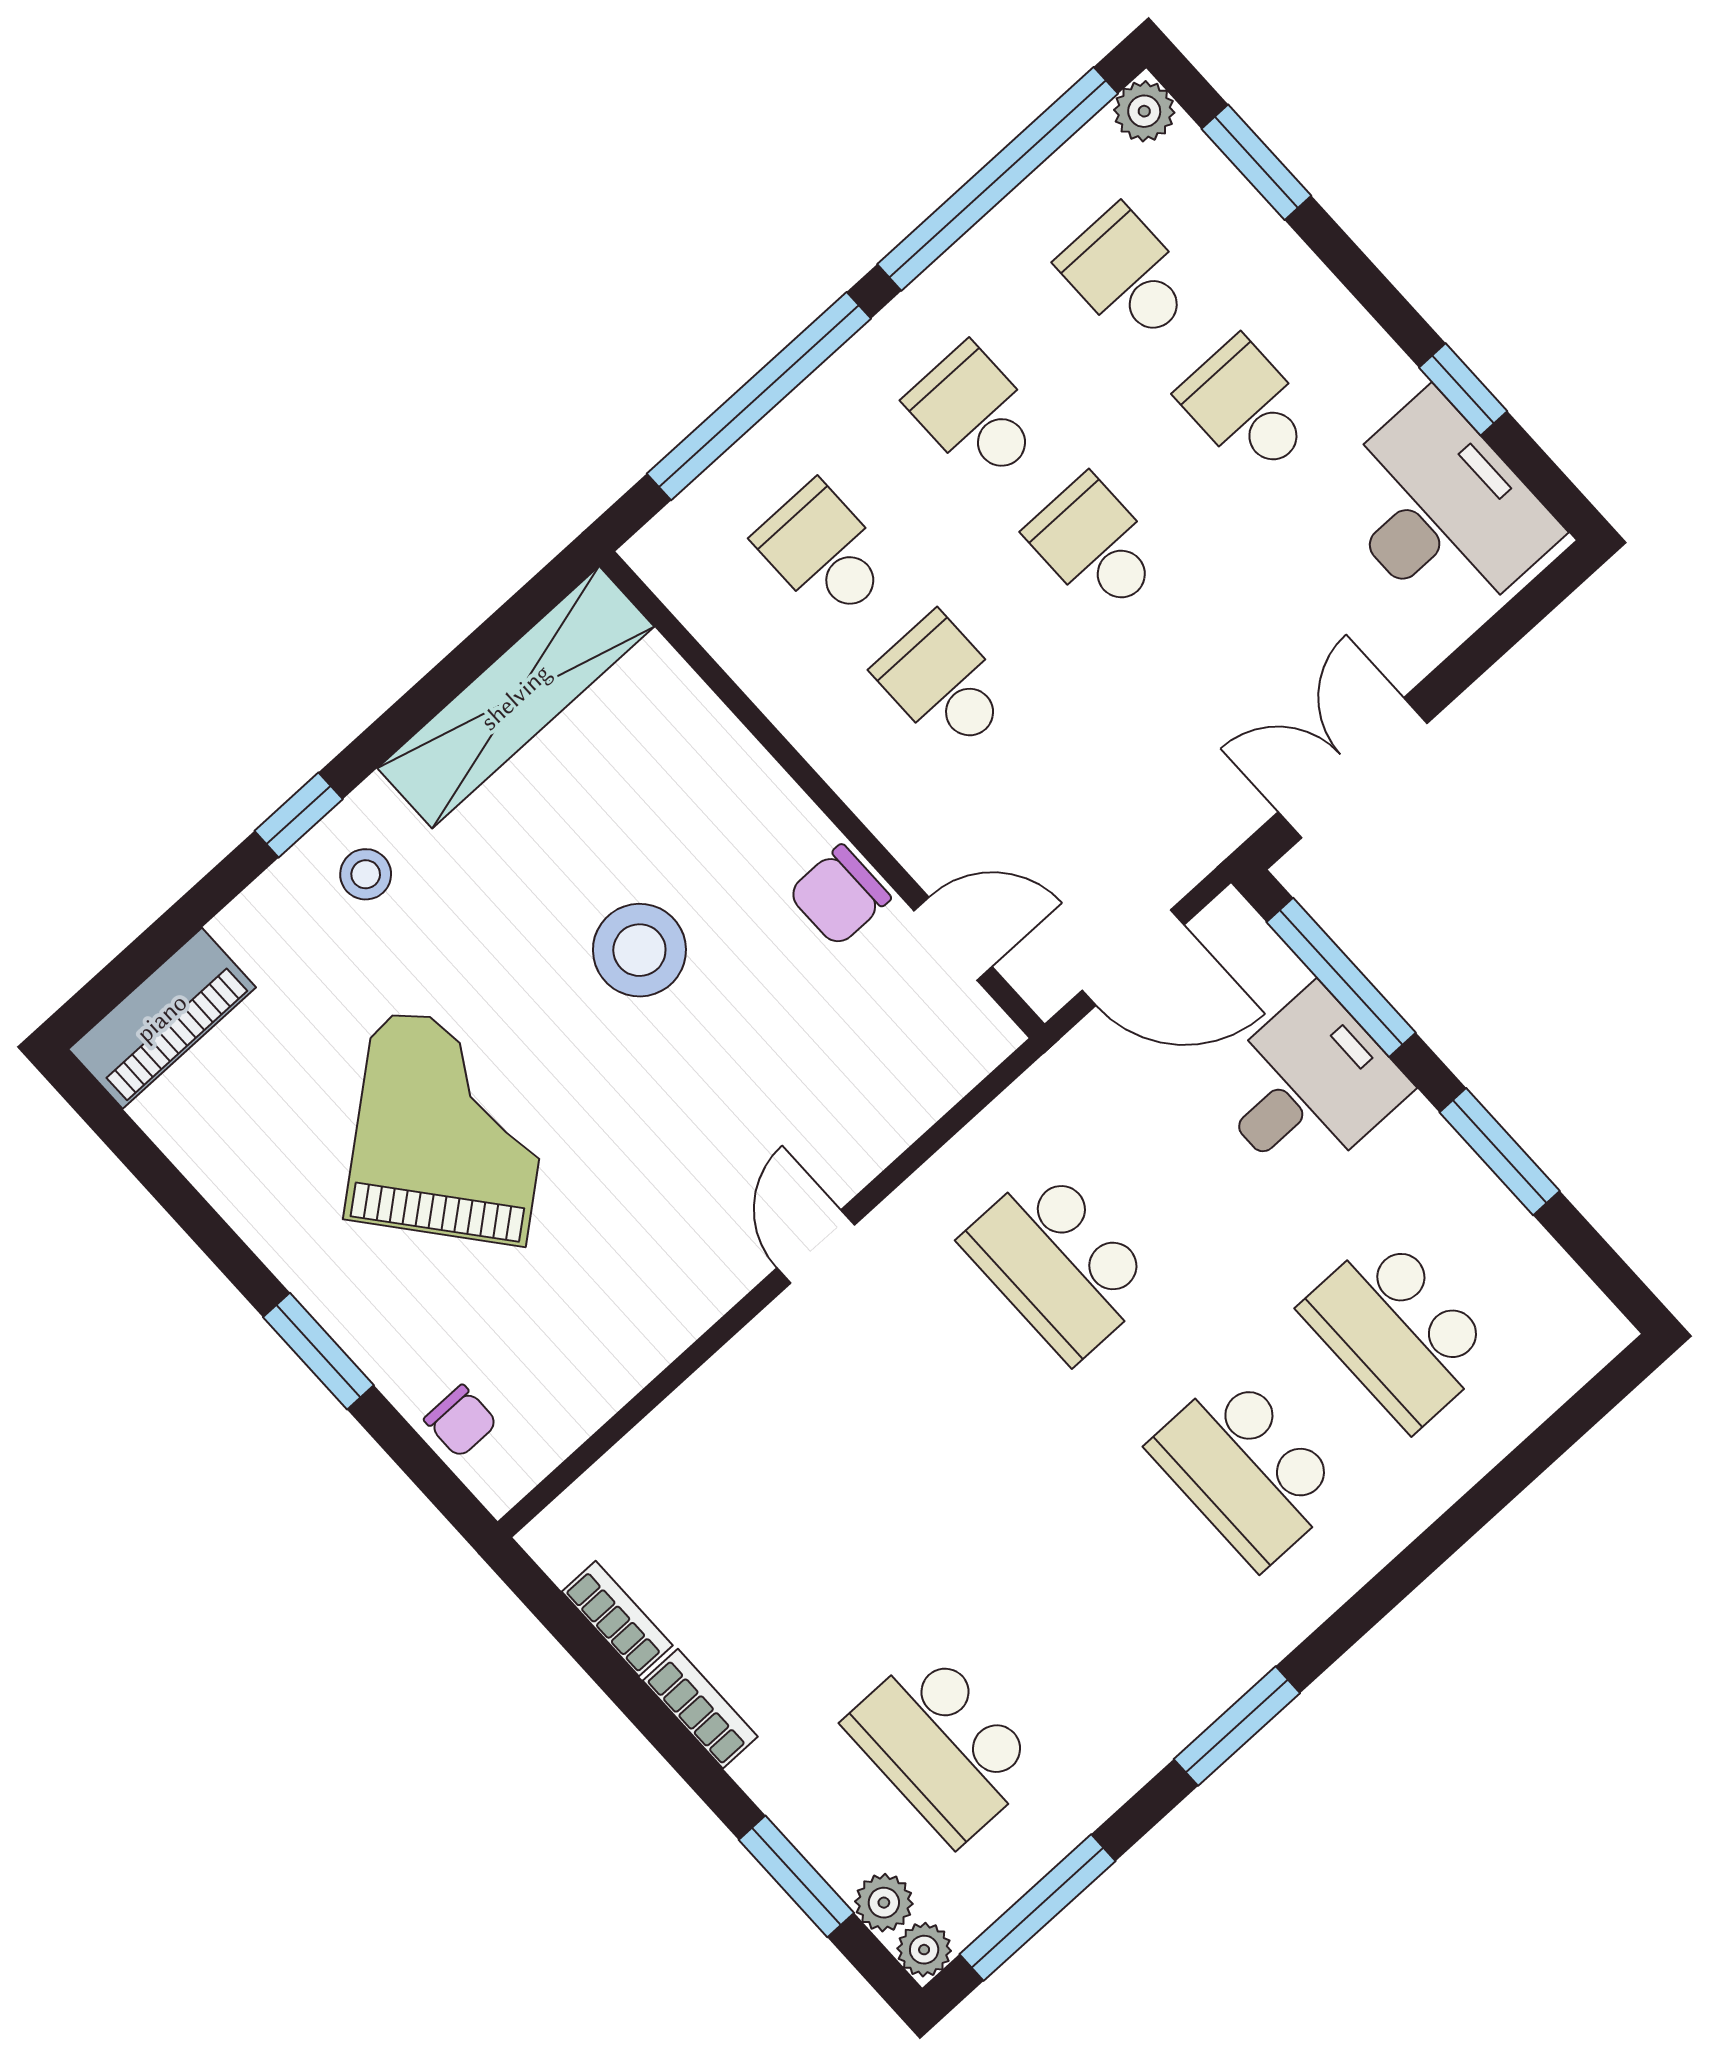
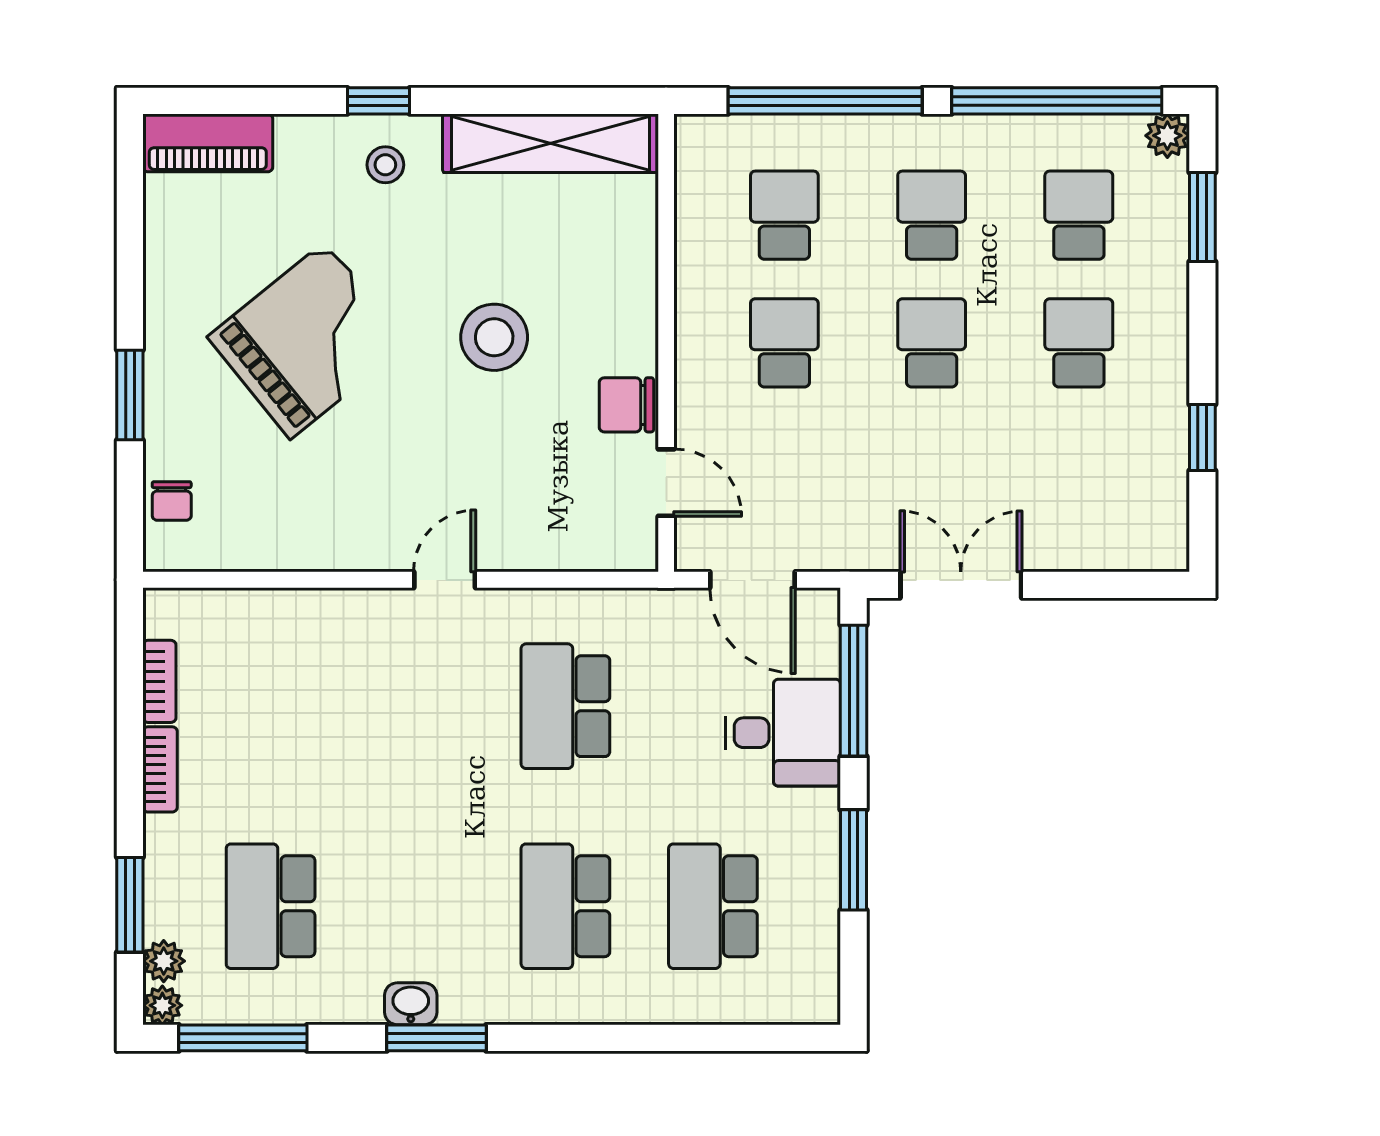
desk: (1441, 511) -> (1132, 491), removed
washbasin: (1178, 1715) -> (411, 1004), added

